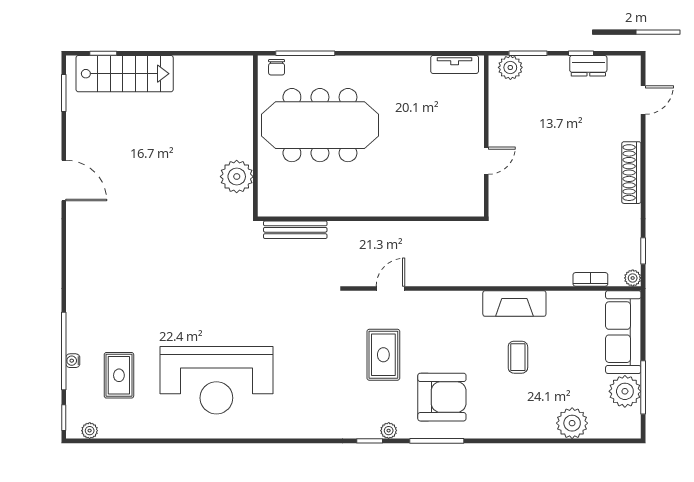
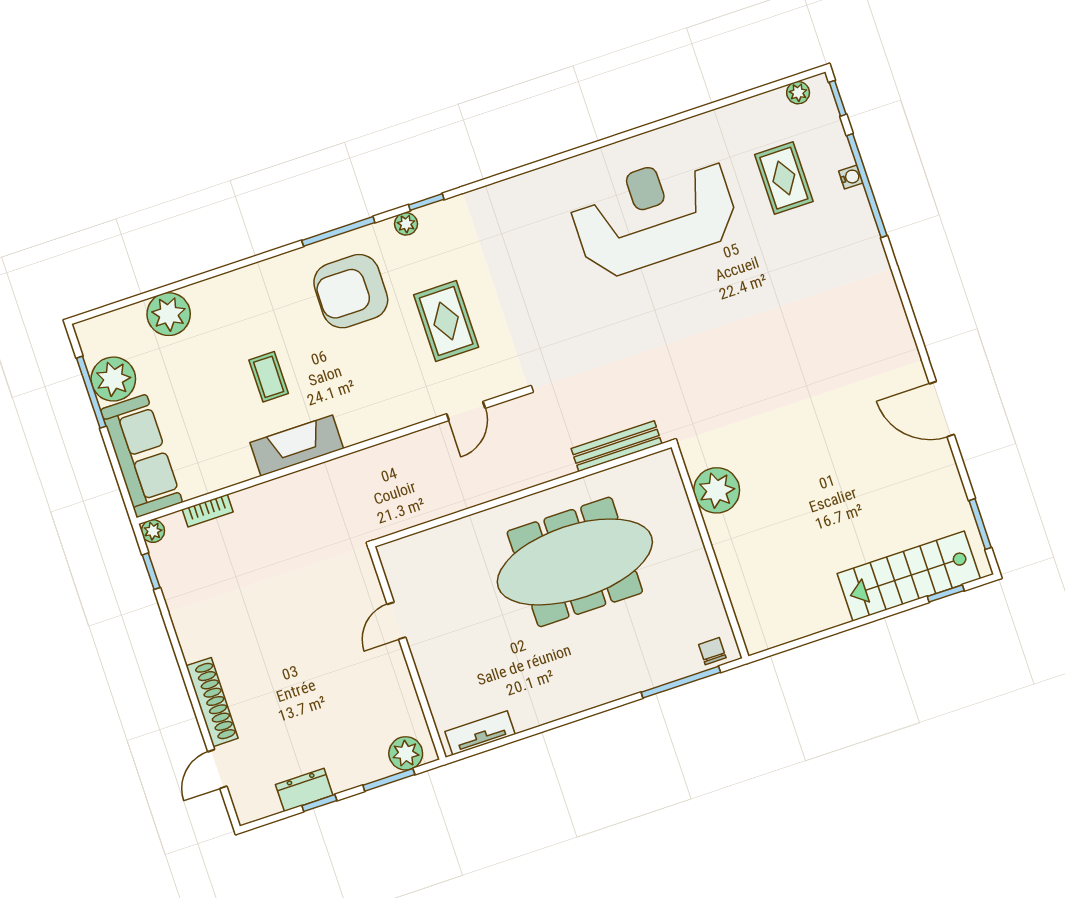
meeting table: (320, 125) -> (575, 562), moved
shoe rack: (631, 173) -> (212, 702), moved

